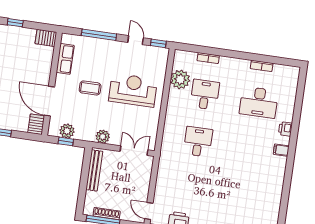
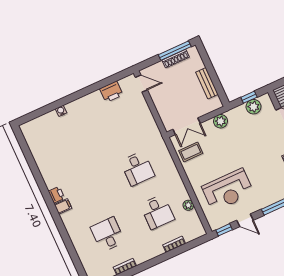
plant: (180, 79) -> (188, 205), width x0.53, depth x0.53
coffee table: (90, 88) -> (191, 152), moved
reception desk: (133, 90) -> (228, 190), moved
desk: (259, 102) -> (108, 235), width x0.73
printer: (285, 129) -> (56, 195), moved
bench: (94, 170) -> (207, 83), width x0.73

